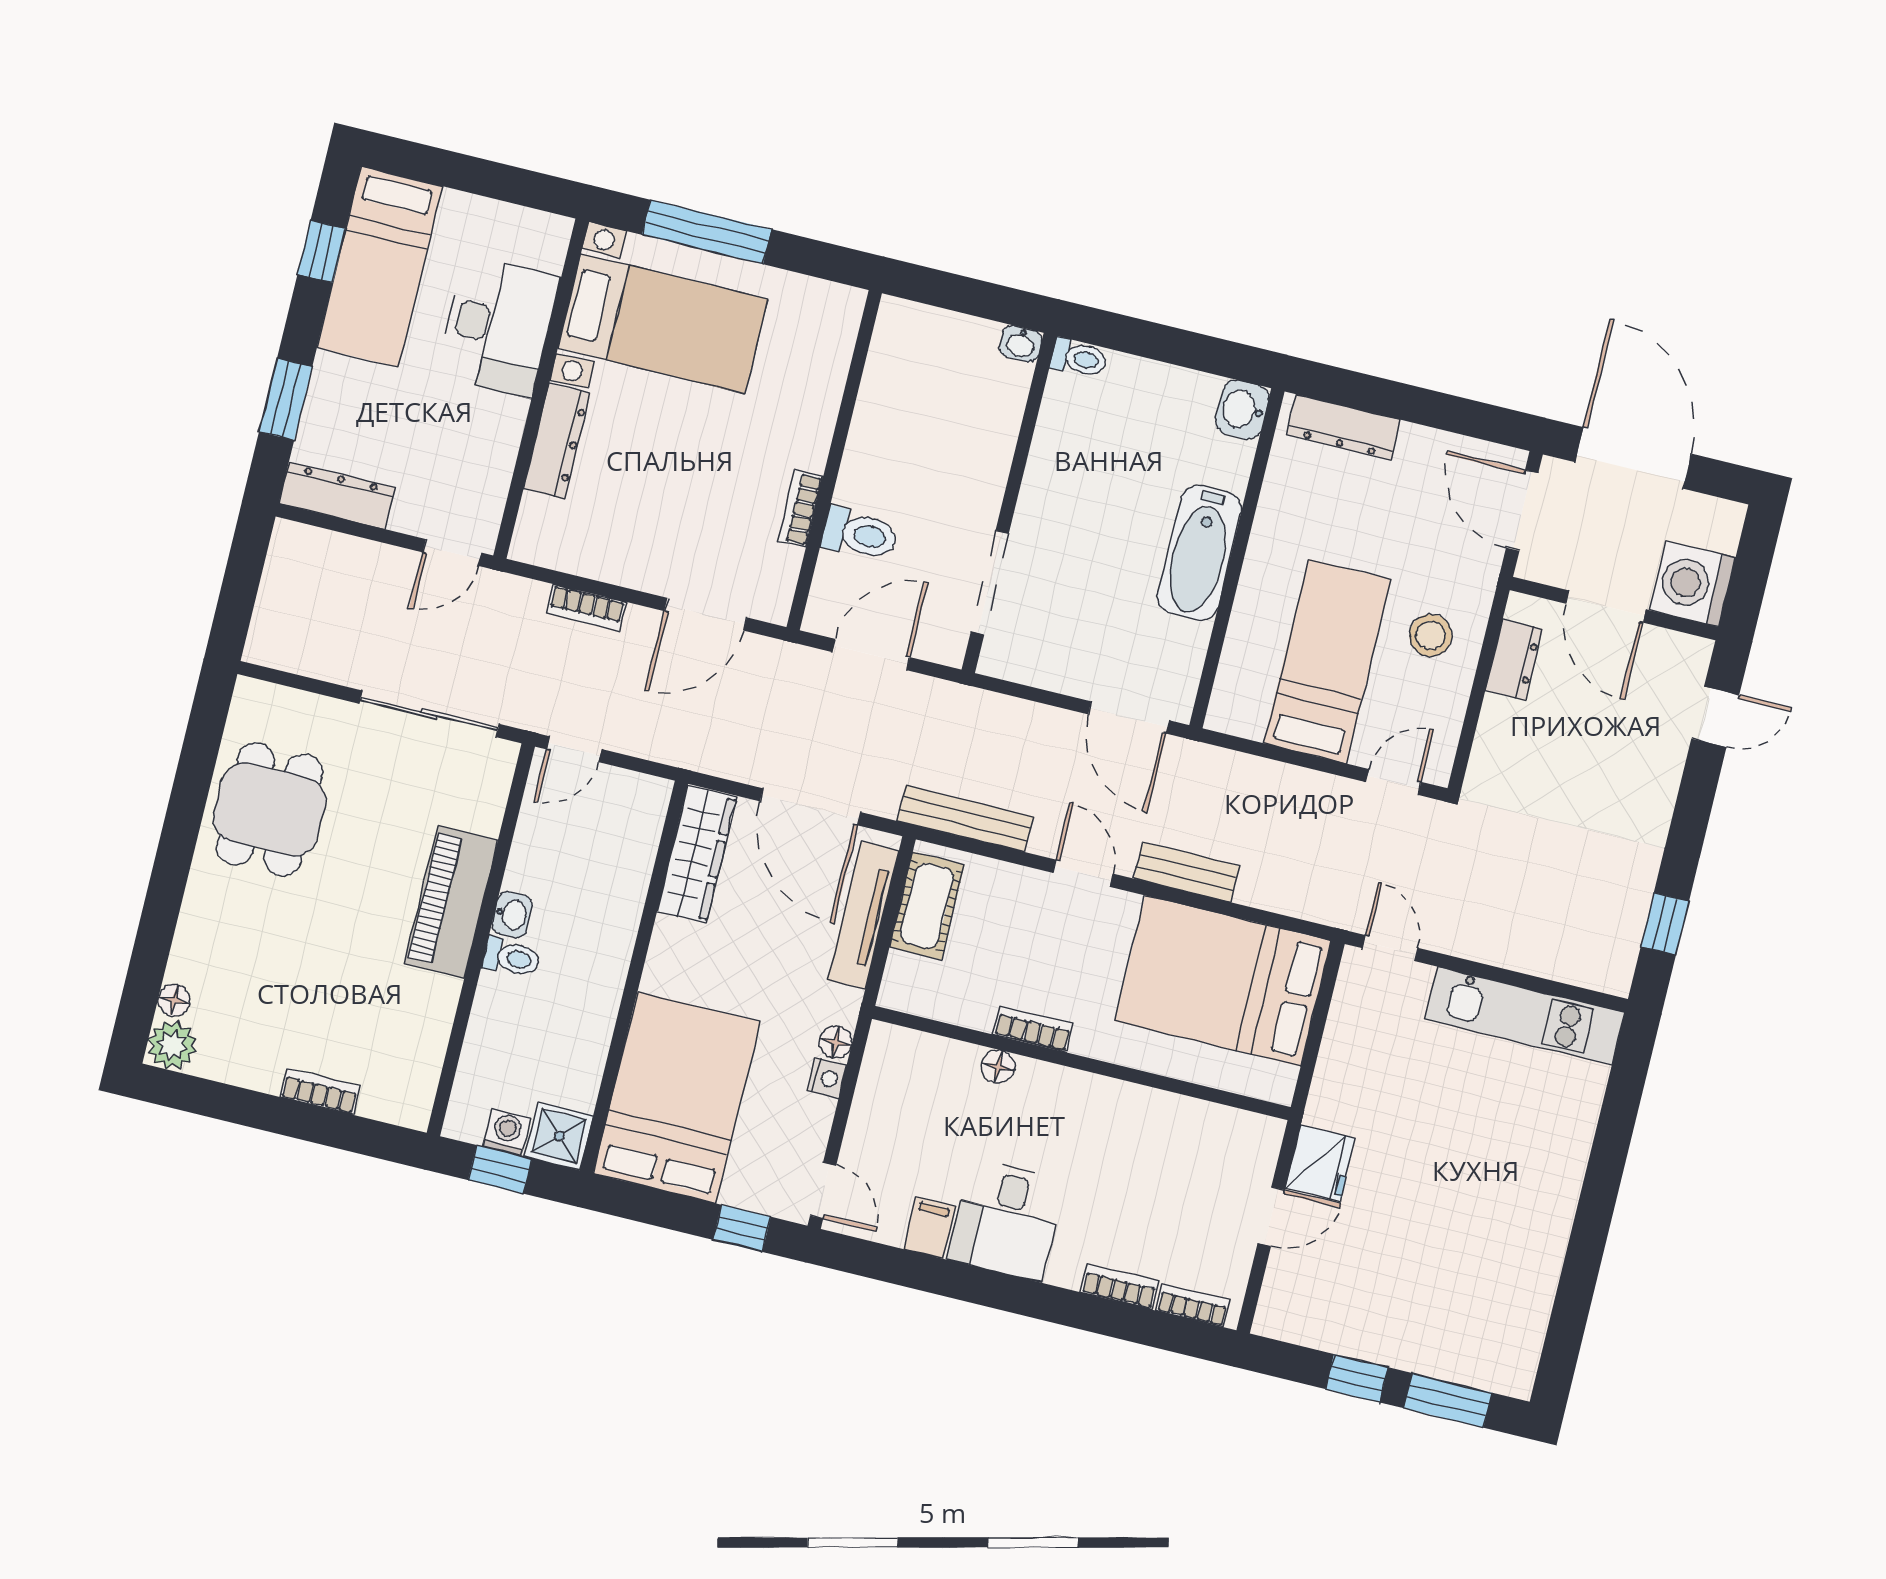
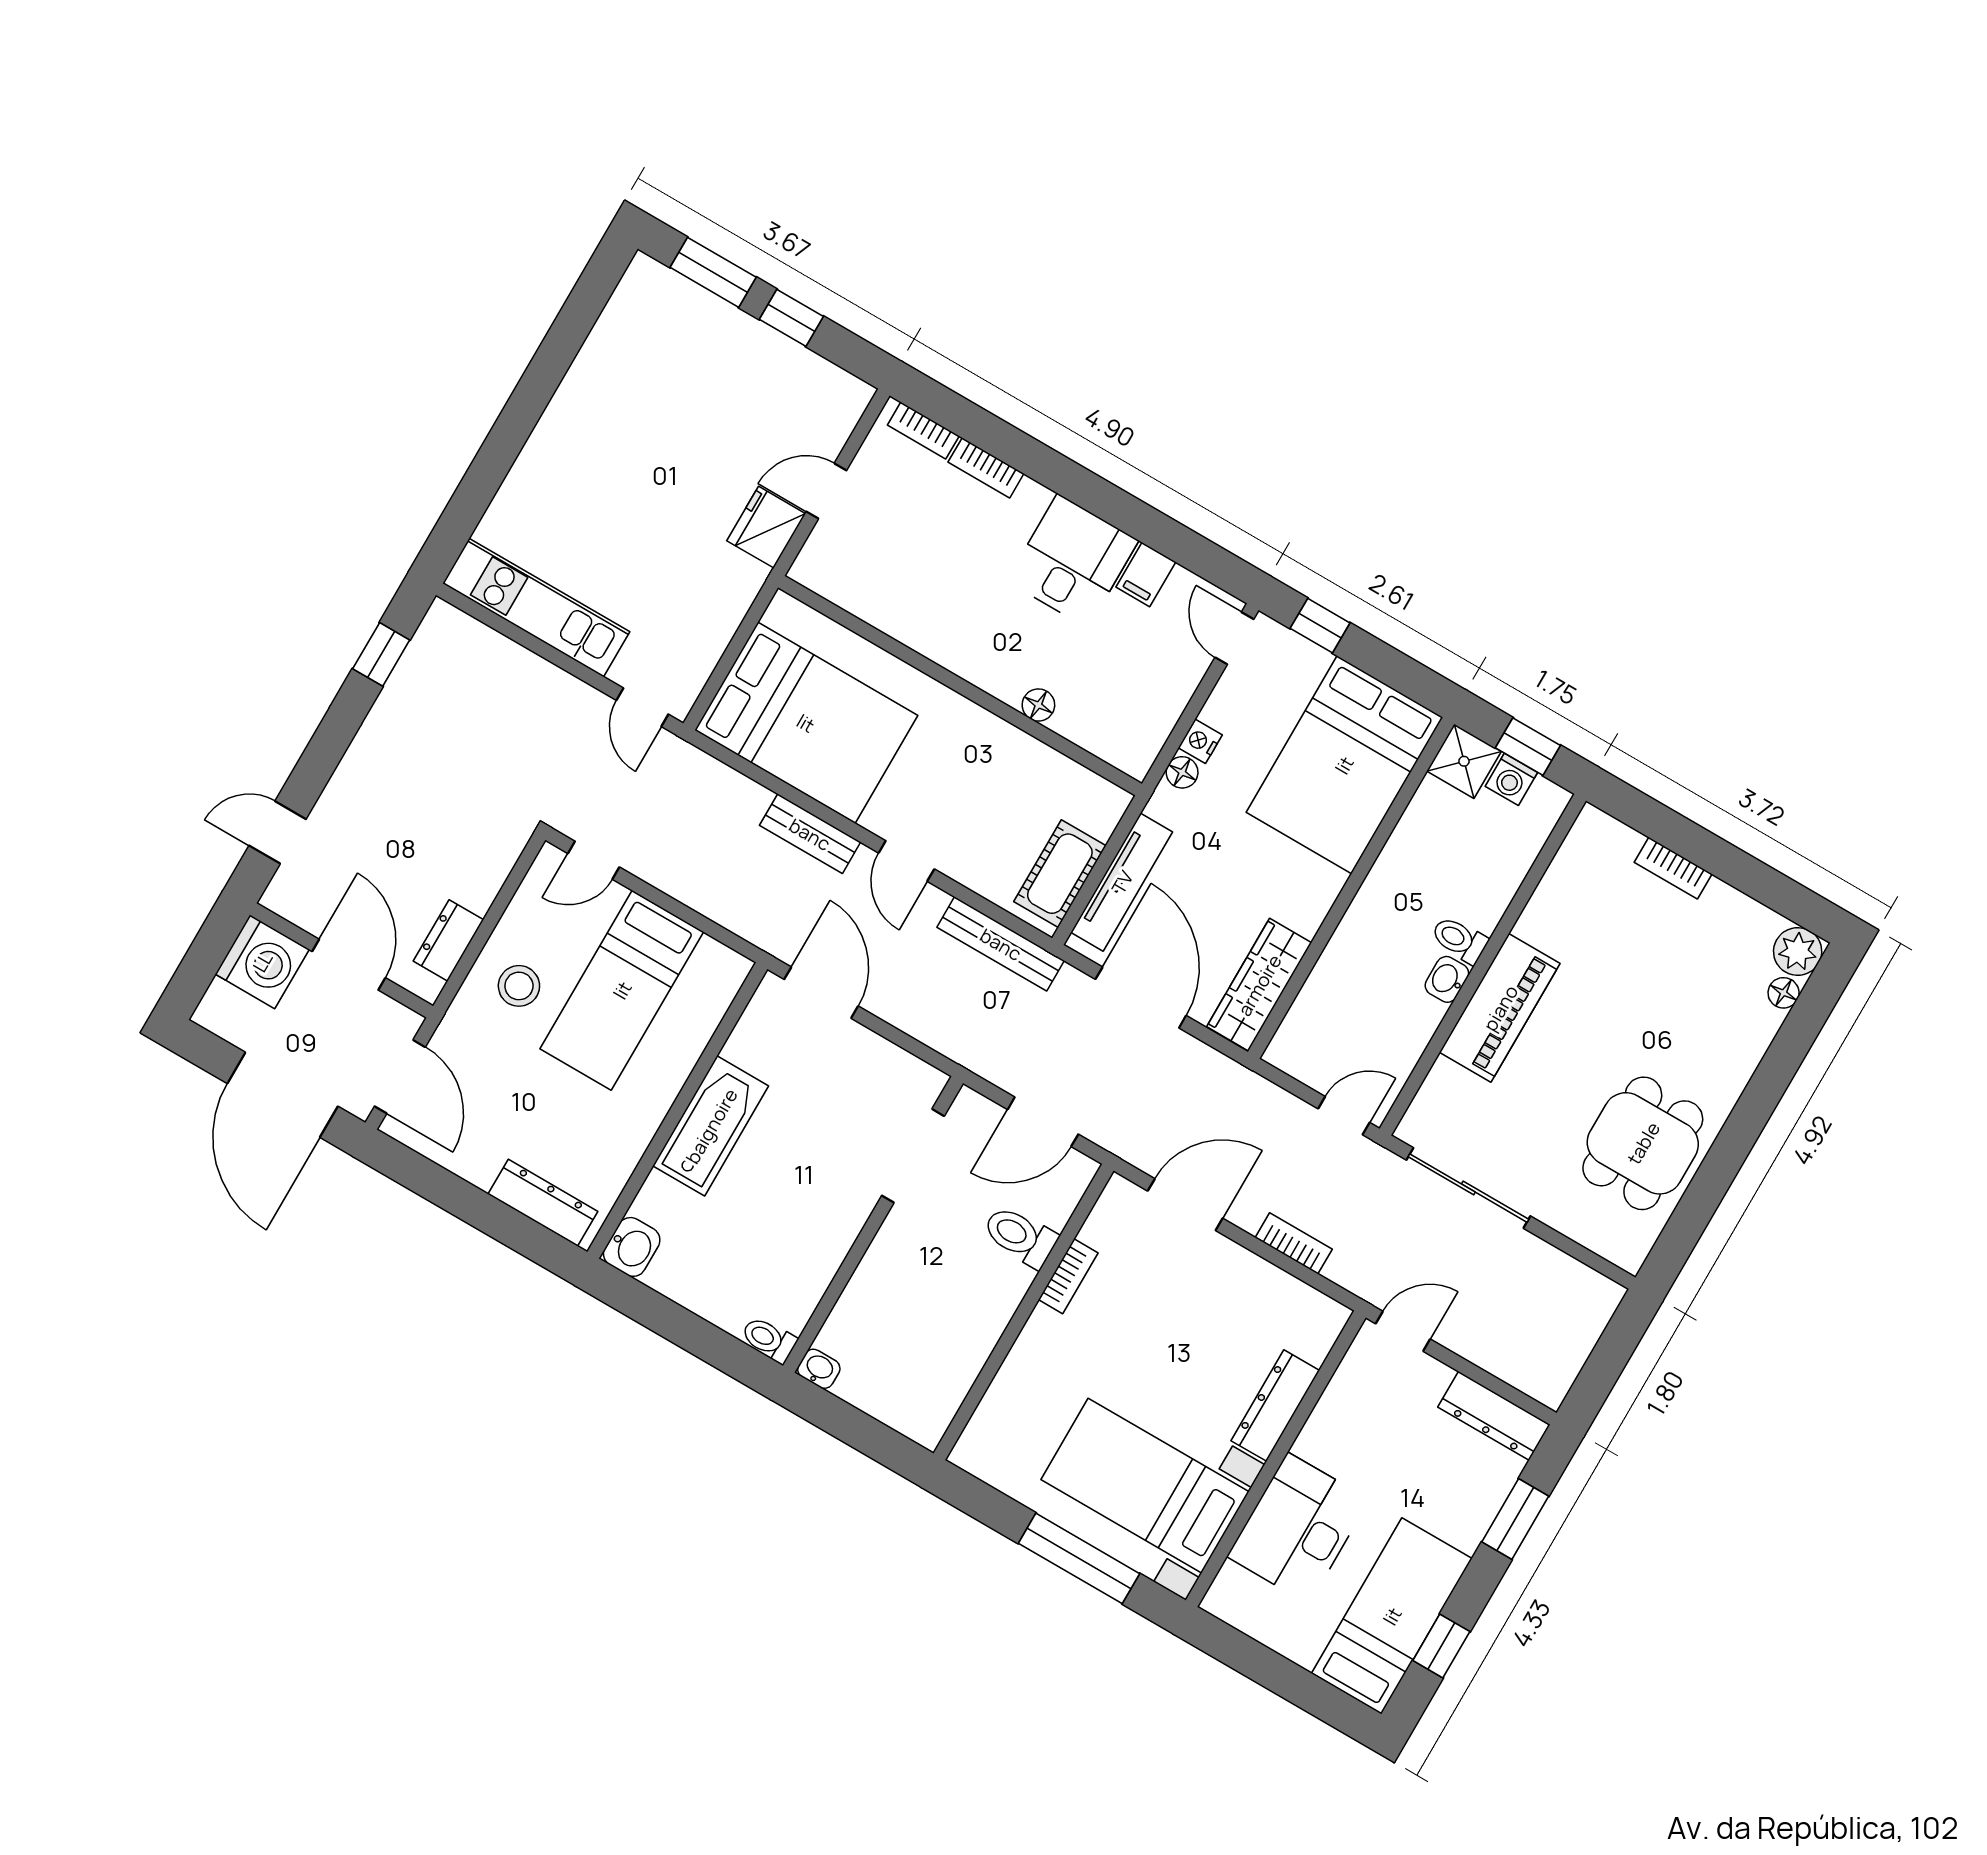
bookcase: (1033, 1029) -> (995, 731), removed

